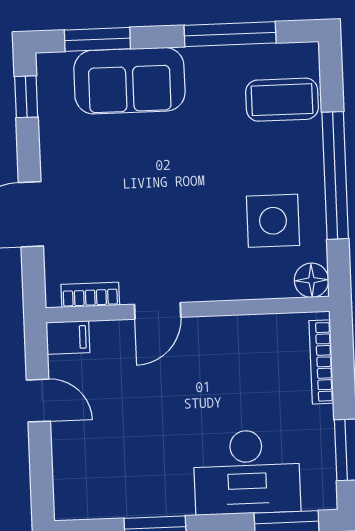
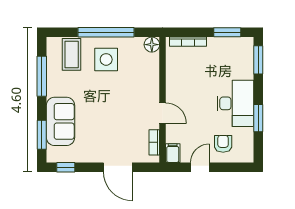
side table: (273, 221) -> (106, 59), moved
armchair: (94, 450) -> (223, 144), added
desk: (247, 472) -> (235, 103), moved

